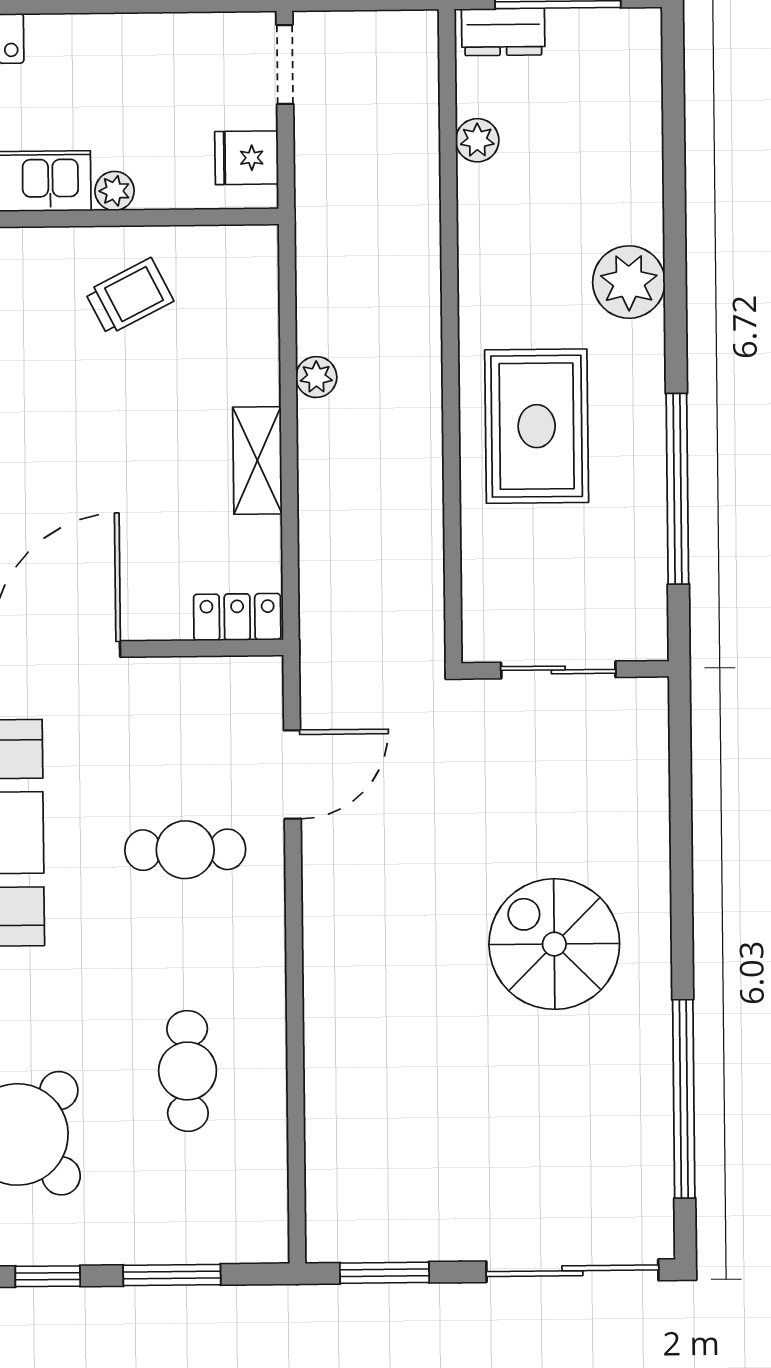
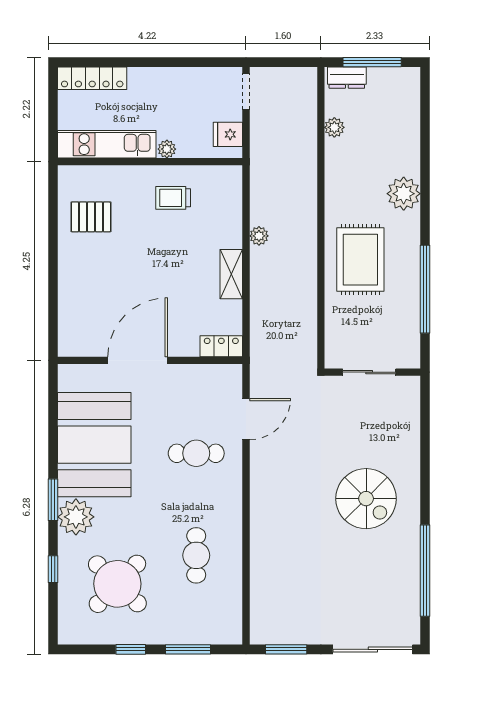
trolley: (129, 296) -> (173, 198), turned -153
spiral stairs: (554, 944) -> (366, 499), turned 180

